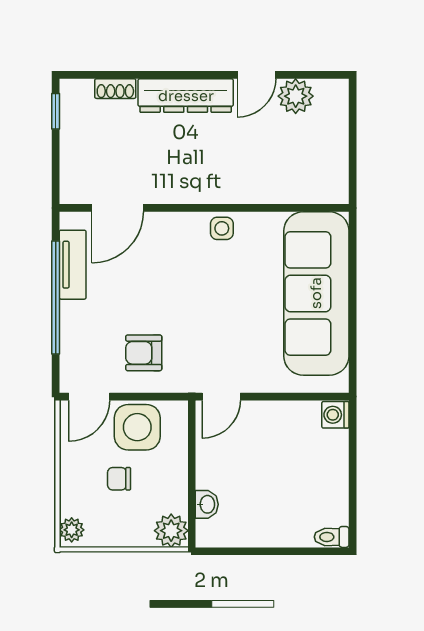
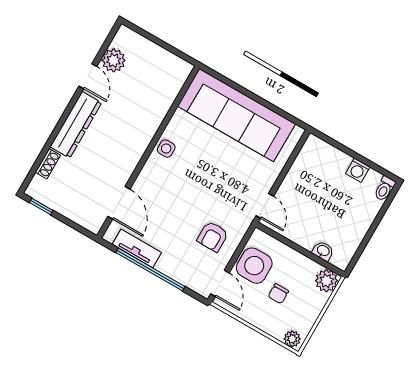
washing machine: (335, 415) -> (358, 170), moved

